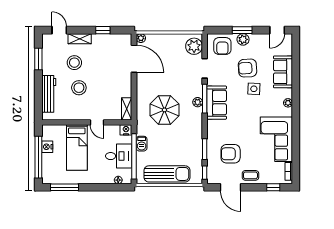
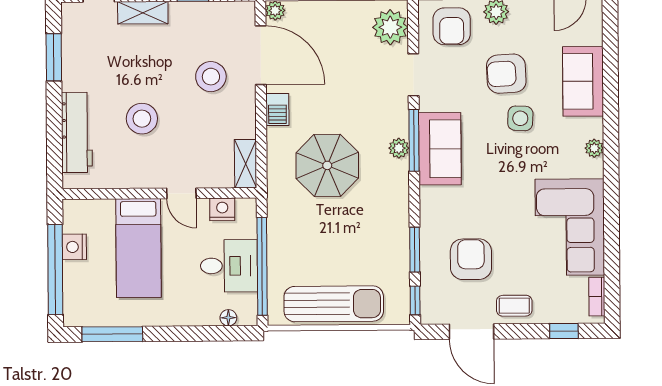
stool: (74, 63) -> (211, 77), moved
nightstand: (126, 130) -> (222, 209), moved
barbecue: (142, 144) -> (277, 110), moved
armchair: (231, 154) -> (471, 259), turned 90

